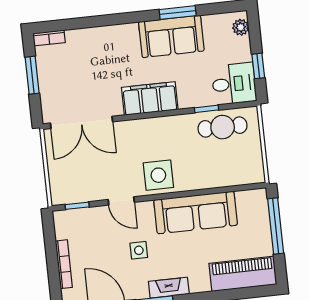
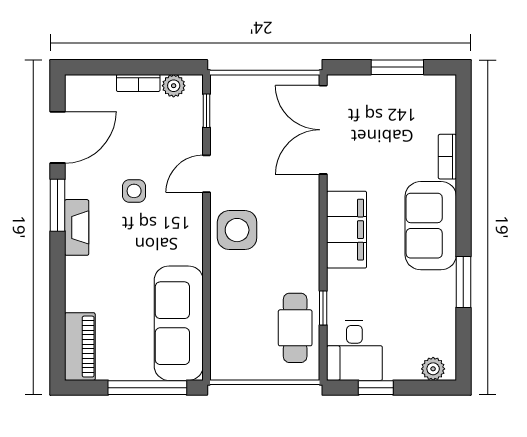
sofa: (171, 36) -> (431, 226), moved
bookcase: (49, 38) -> (447, 157), moved
sofa: (196, 213) -> (179, 323), moved
plant: (62, 231) -> (174, 86), added
bookcase: (64, 264) -> (138, 83), width x0.64
piano: (243, 274) -> (80, 347), width x0.73, depth x0.75

